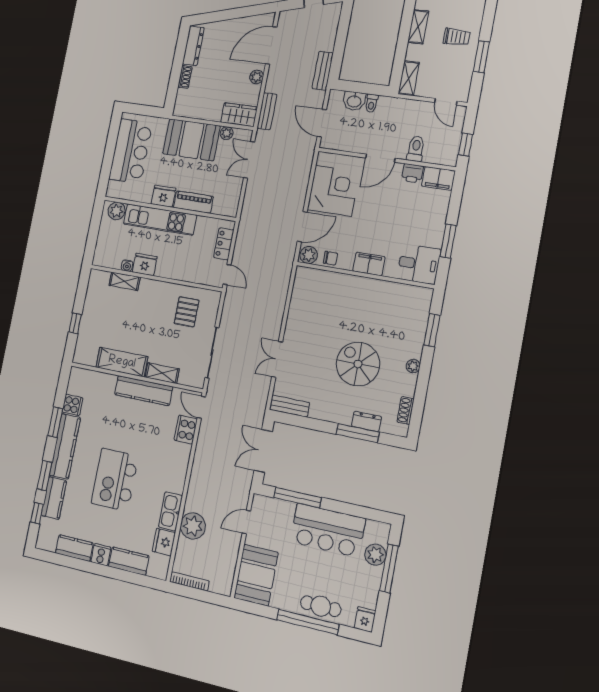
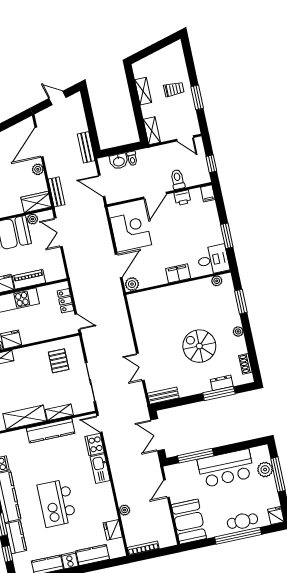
filing cabinet: (438, 178) -> (208, 193), width x0.50
chair: (330, 258) -> (149, 280), removed
plant: (413, 292) -> (217, 281), added
kitchen sink: (171, 511) -> (100, 469), moved
plant: (193, 526) -> (125, 510), width x0.53, depth x0.53

